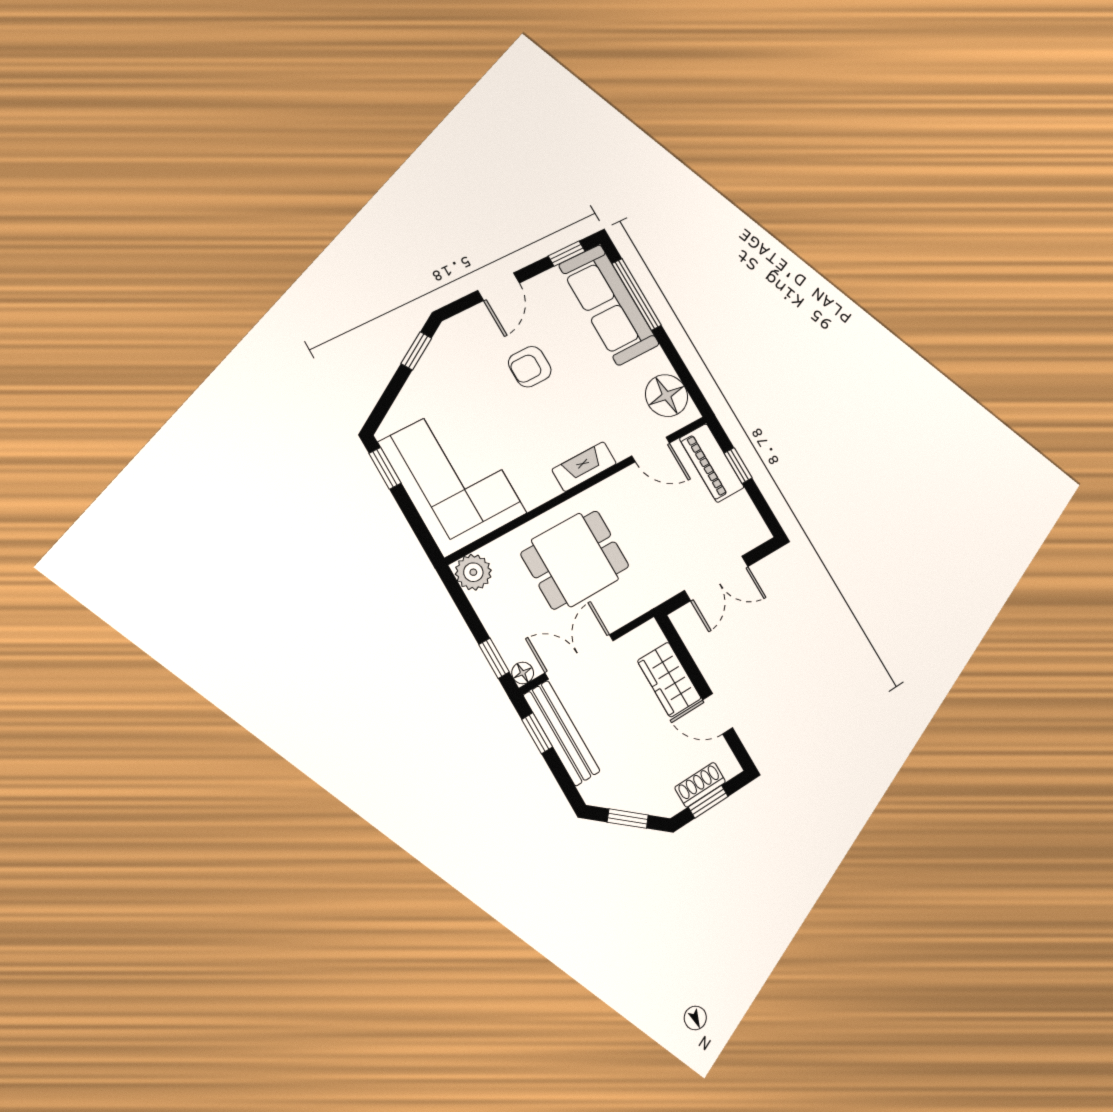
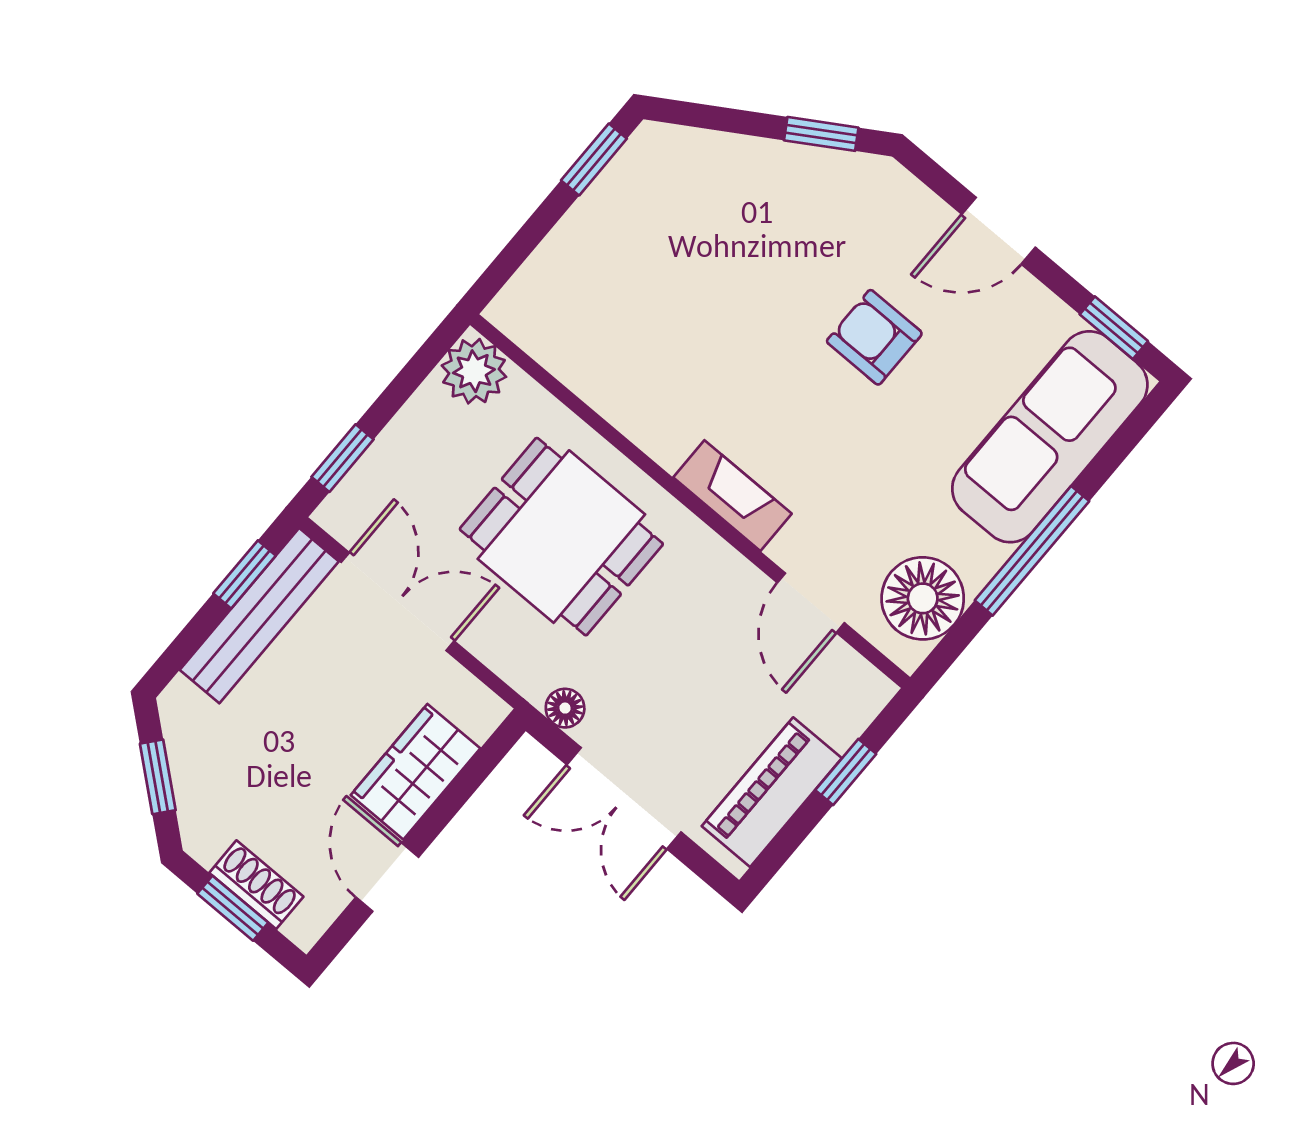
window: (637, 294) -> (1032, 551), moved
piano: (712, 463) -> (772, 792), moved
corner sofa: (453, 478) -> (622, 277), removed
floor lamp: (523, 673) -> (565, 708), moved

